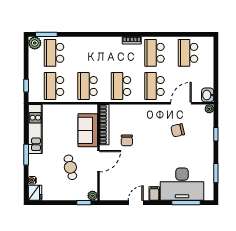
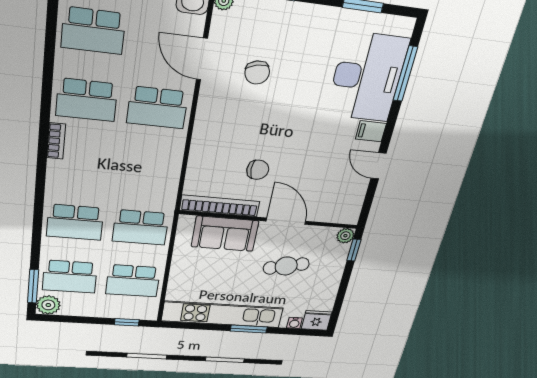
school desk: (121, 86) -> (75, 222), moved
kitchen unit: (35, 129) -> (223, 314), width x1.36

